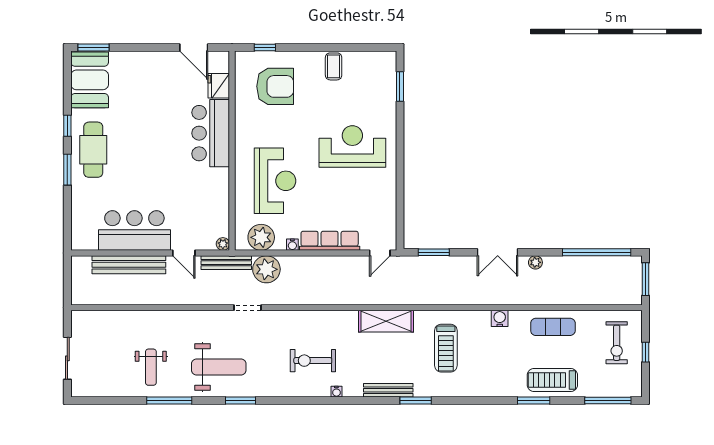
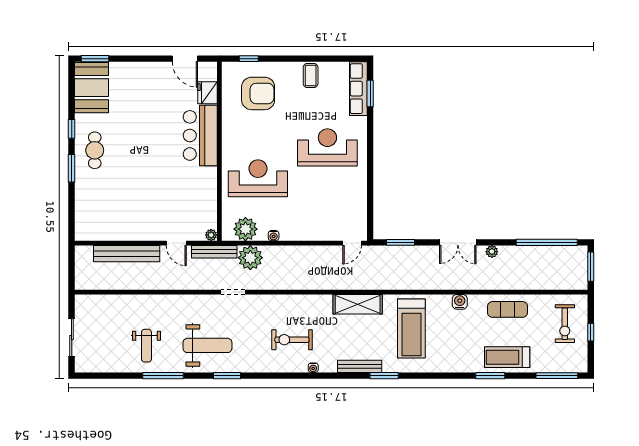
cafe table: (93, 150) -> (95, 150), width x0.73, depth x0.74
reception desk: (275, 181) -> (258, 178), turned -90
bar counter: (134, 231) -> (132, 223), removed
row of seats: (330, 241) -> (358, 89), moved, turned -90
treadmill: (446, 348) -> (411, 328), width x1.37, depth x1.38

